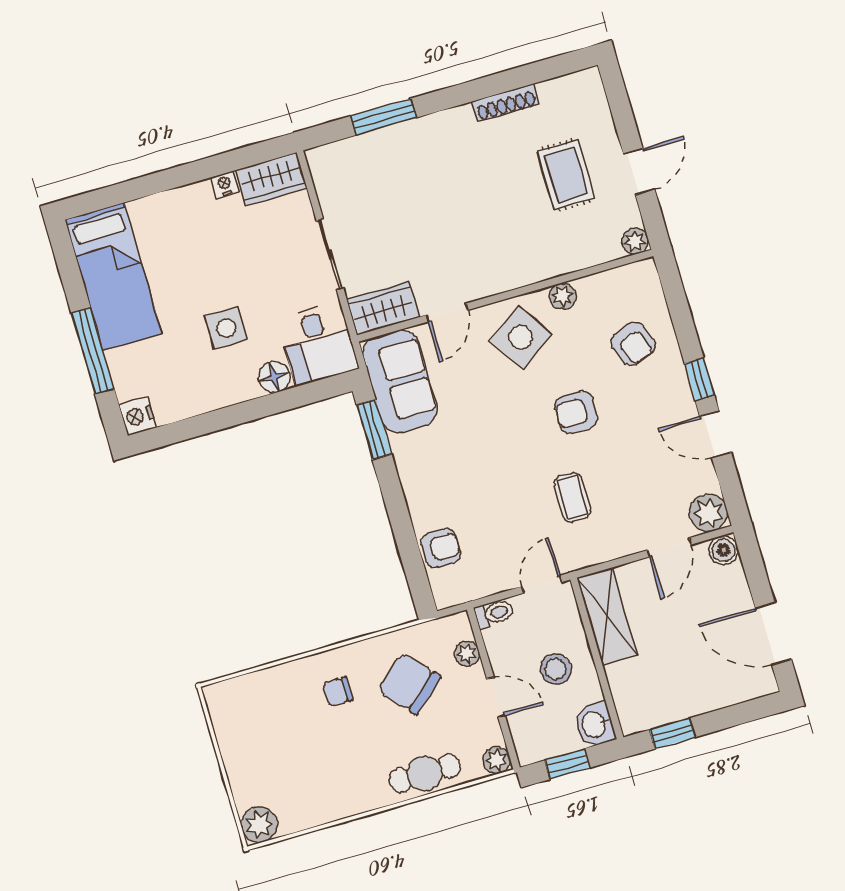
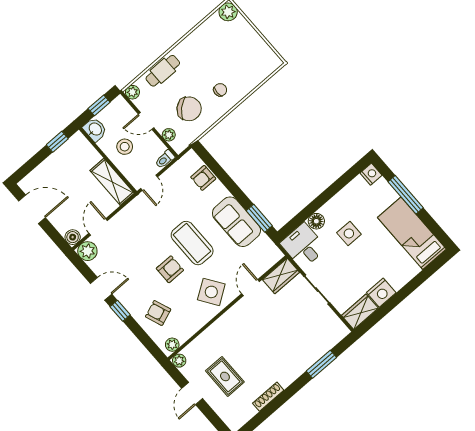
nightstand: (225, 184) -> (381, 293), width x1.89, depth x1.79
plant: (563, 296) -> (172, 345), moved
sofa: (400, 381) -> (236, 222), moved
coffee table: (572, 497) -> (192, 243), moved, width x1.86, depth x1.72

